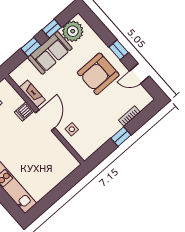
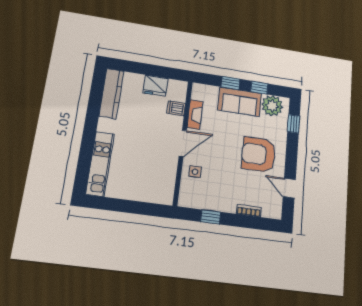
window: (119, 50) -> (294, 124), moved
dishwasher: (24, 112) -> (176, 108), moved
window: (121, 137) -> (211, 217), moved

